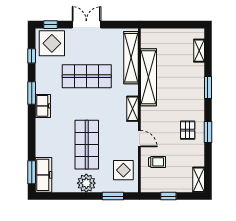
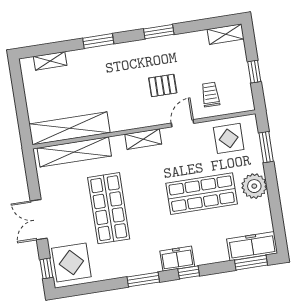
window: (32, 56) -> (189, 272), moved
shelving: (148, 77) -> (69, 128), moved
freezer: (43, 106) -> (177, 259), moved
pallet: (188, 130) -> (163, 85), moved

